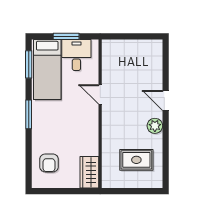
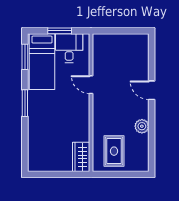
plant: (155, 126) -> (142, 126), moved
rug: (136, 160) -> (114, 151), moved, turned 90
armchair: (49, 163) -> (44, 148), removed

